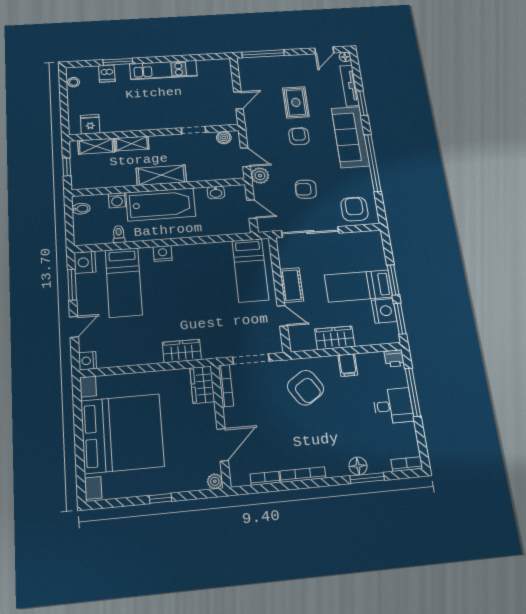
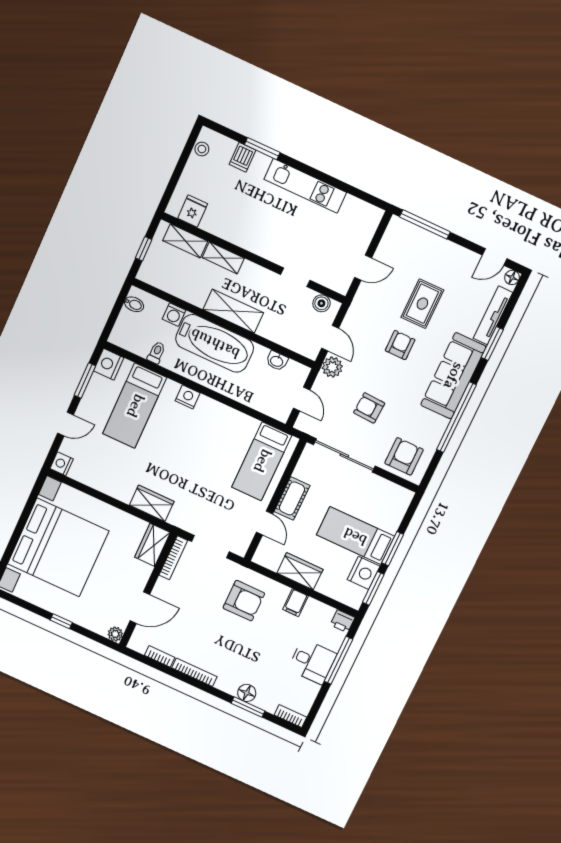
armchair: (305, 388) -> (244, 601), turned -57

